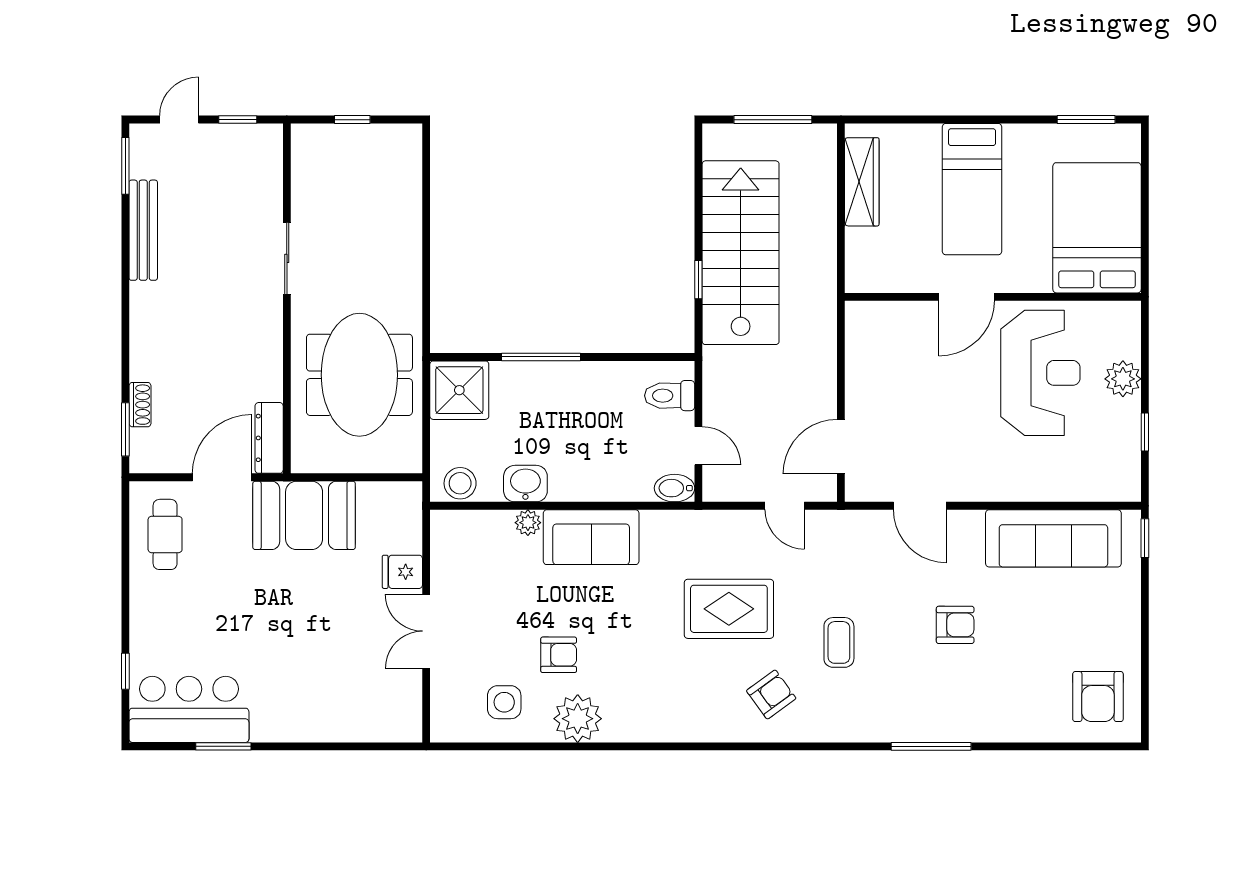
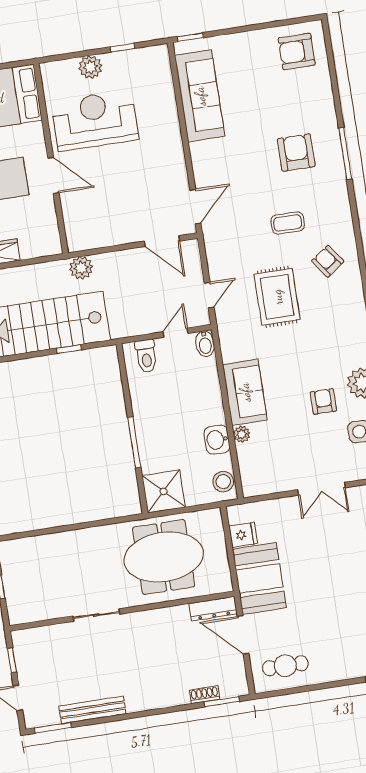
plant: (819, 317) -> (81, 268), added
door: (785, 506) -> (209, 295), moved
door: (920, 506) -> (195, 207), moved
fridge: (402, 572) -> (243, 535), moved, turned -90
armchair: (955, 625) -> (296, 153), moved, width x1.38, depth x1.38
armchair: (1098, 697) -> (297, 51), turned 180

